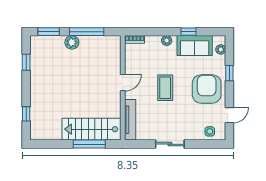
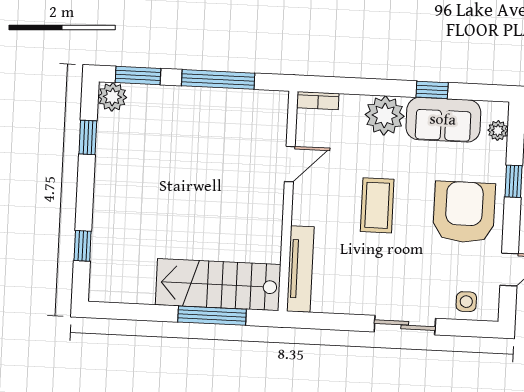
plant: (167, 40) -> (385, 115), width x1.87, depth x1.87
plant: (72, 42) -> (112, 97), moved
door: (123, 83) -> (290, 164), moved
sliding door: (170, 144) -> (405, 325), moved

